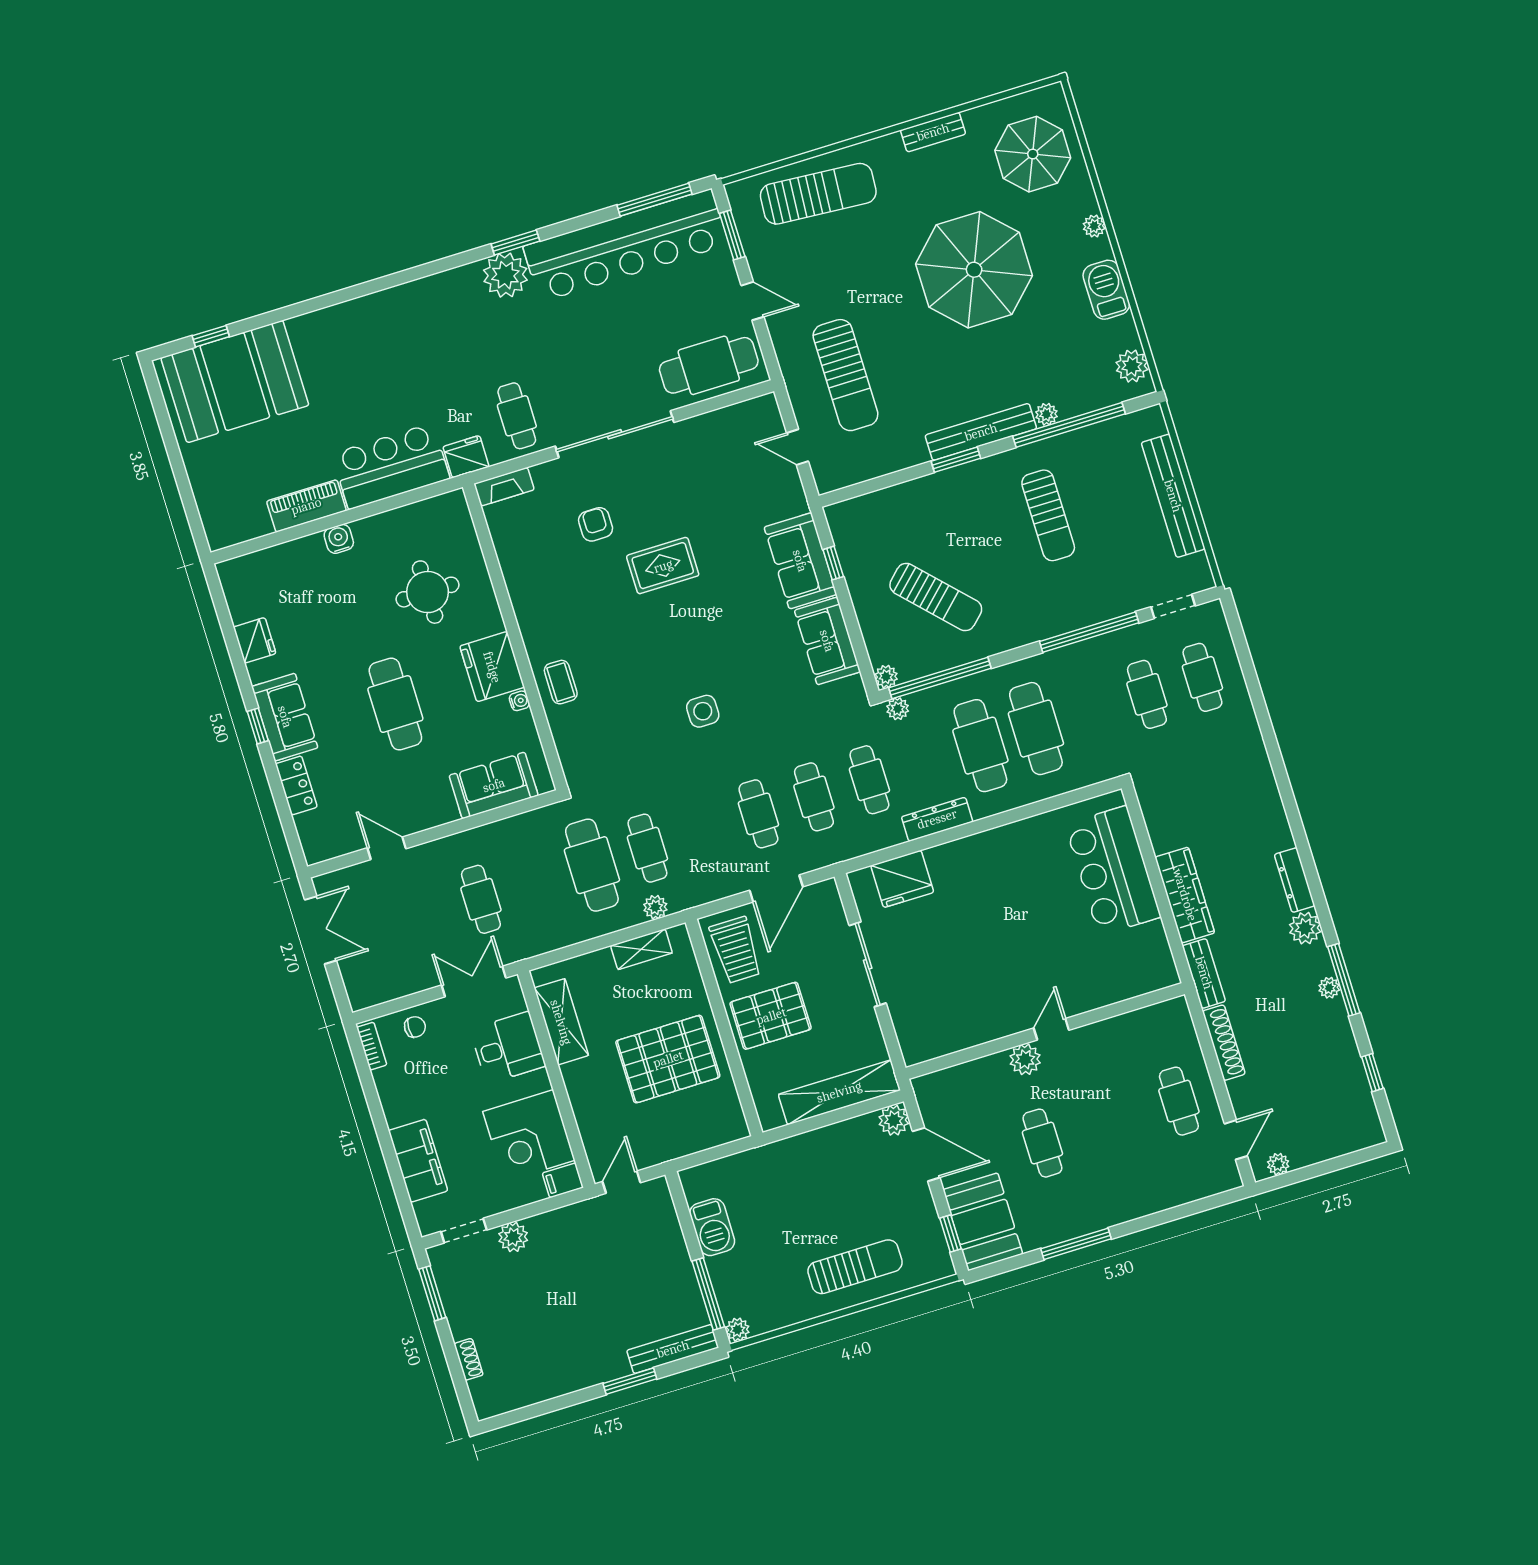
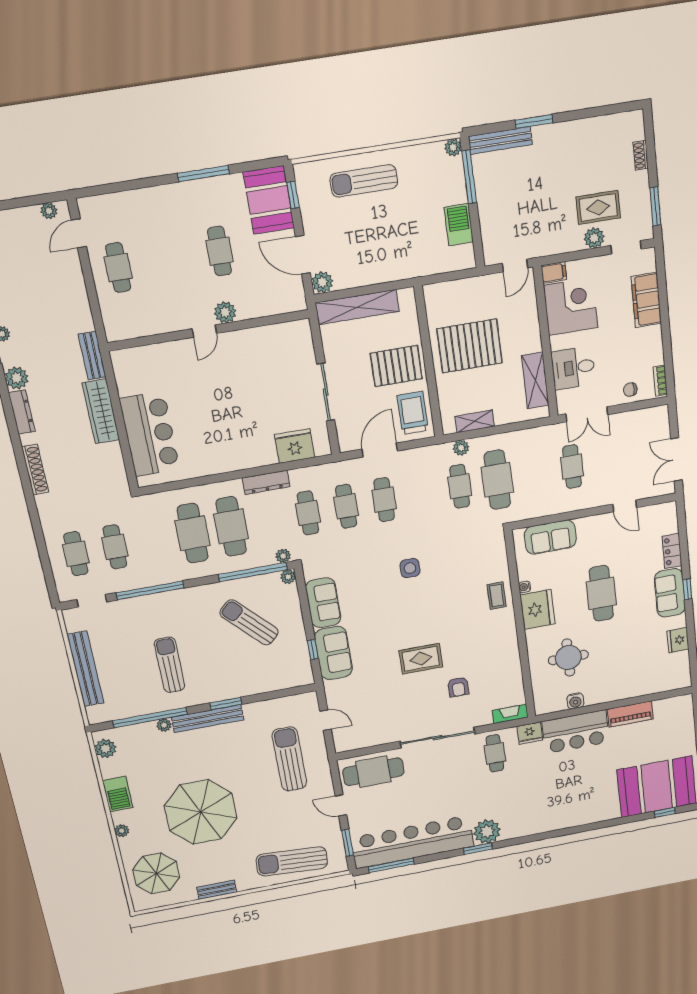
water cooler: (339, 539) -> (575, 701), moved
shoe rack: (1224, 1043) -> (35, 470), moved, turned 180
rug: (516, 1280) -> (598, 207), added

